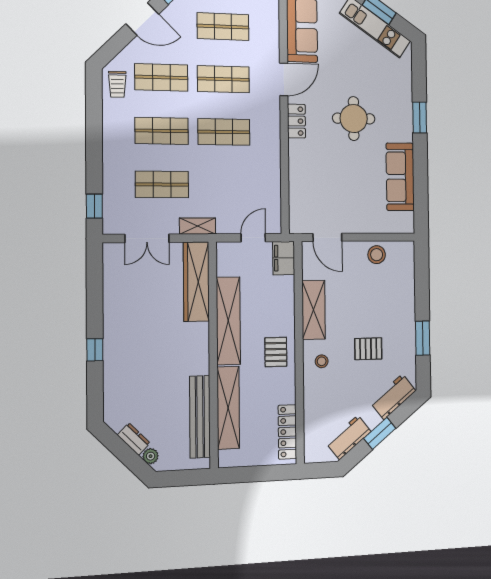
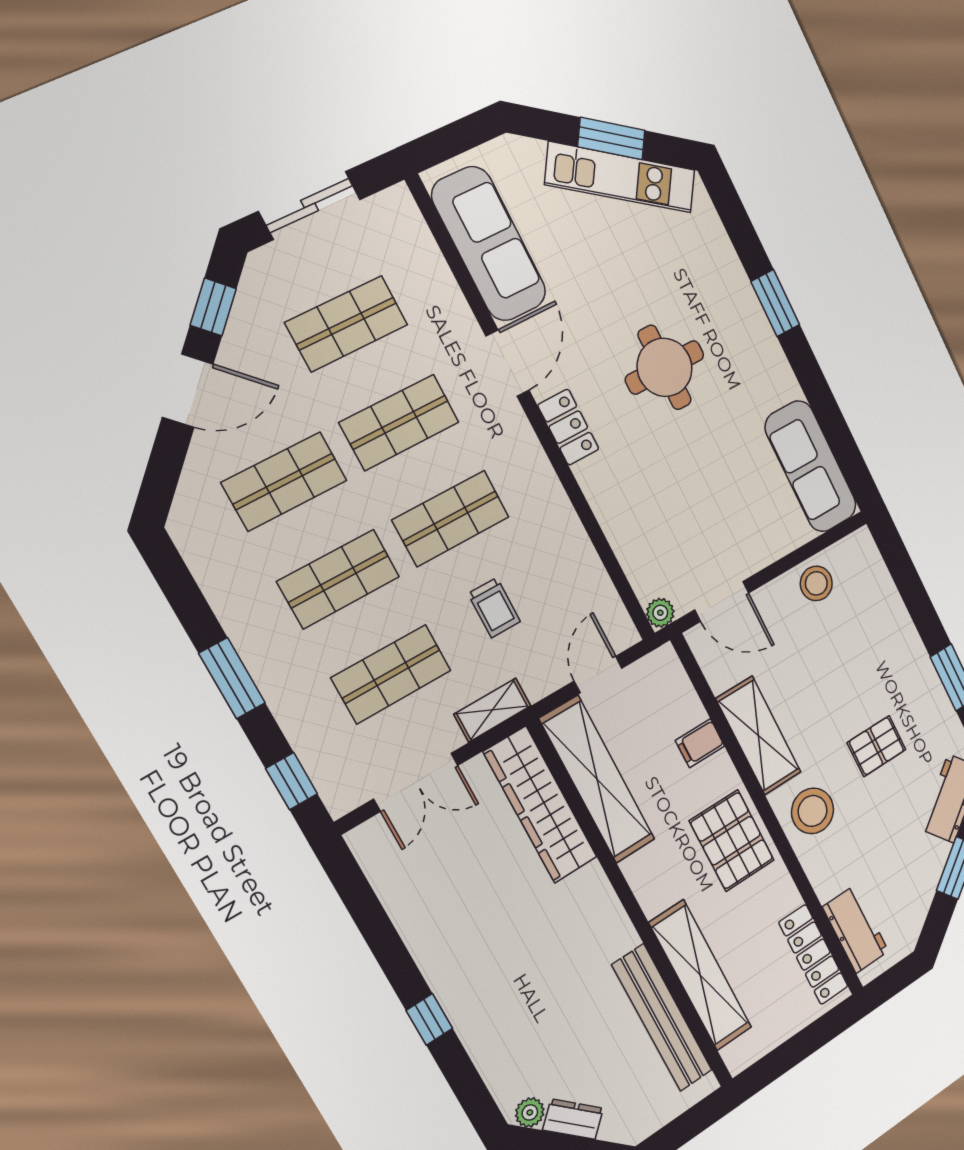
trolley: (117, 84) -> (494, 608), moved
window: (94, 147) -> (232, 678), added
sofa: (400, 177) -> (811, 466), moved
plant: (296, 226) -> (660, 613), added
filing cabinet: (284, 258) -> (700, 743), moved, width x0.50
shelving: (228, 321) -> (597, 779), moved
pallet: (276, 352) -> (732, 841), width x1.50, depth x1.42
stool: (322, 361) -> (813, 811), width x1.89, depth x1.89
workbench: (349, 437) -> (856, 929), moved, turned 129
plant: (151, 456) -> (530, 1112), moved

